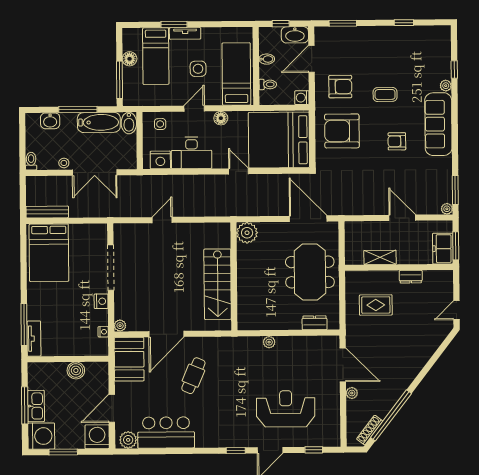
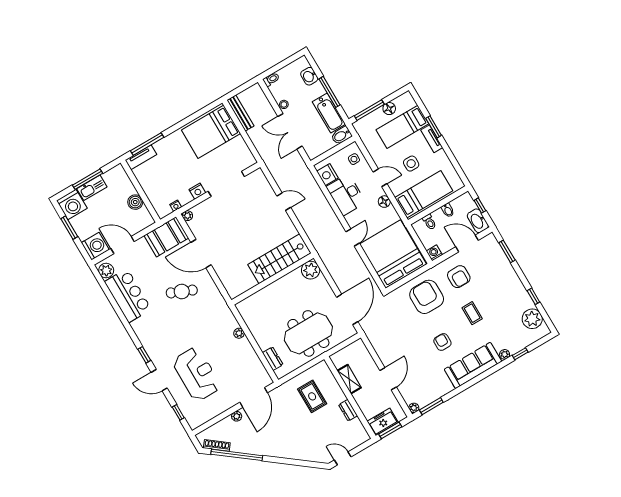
plant: (426, 37) -> (532, 319), added
stairs: (218, 284) -> (279, 259), moved

